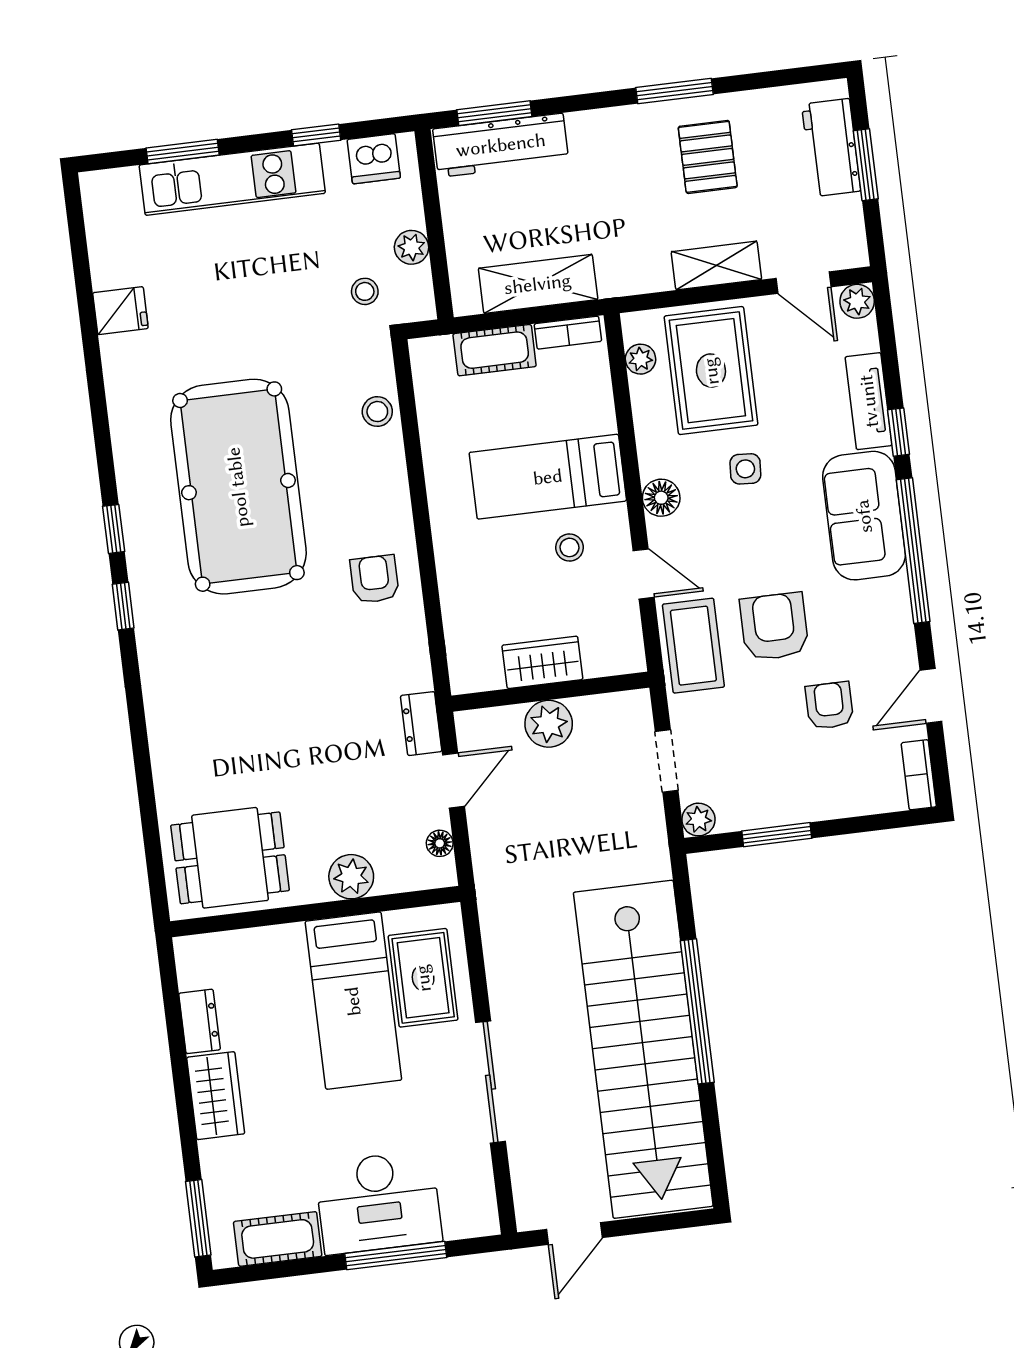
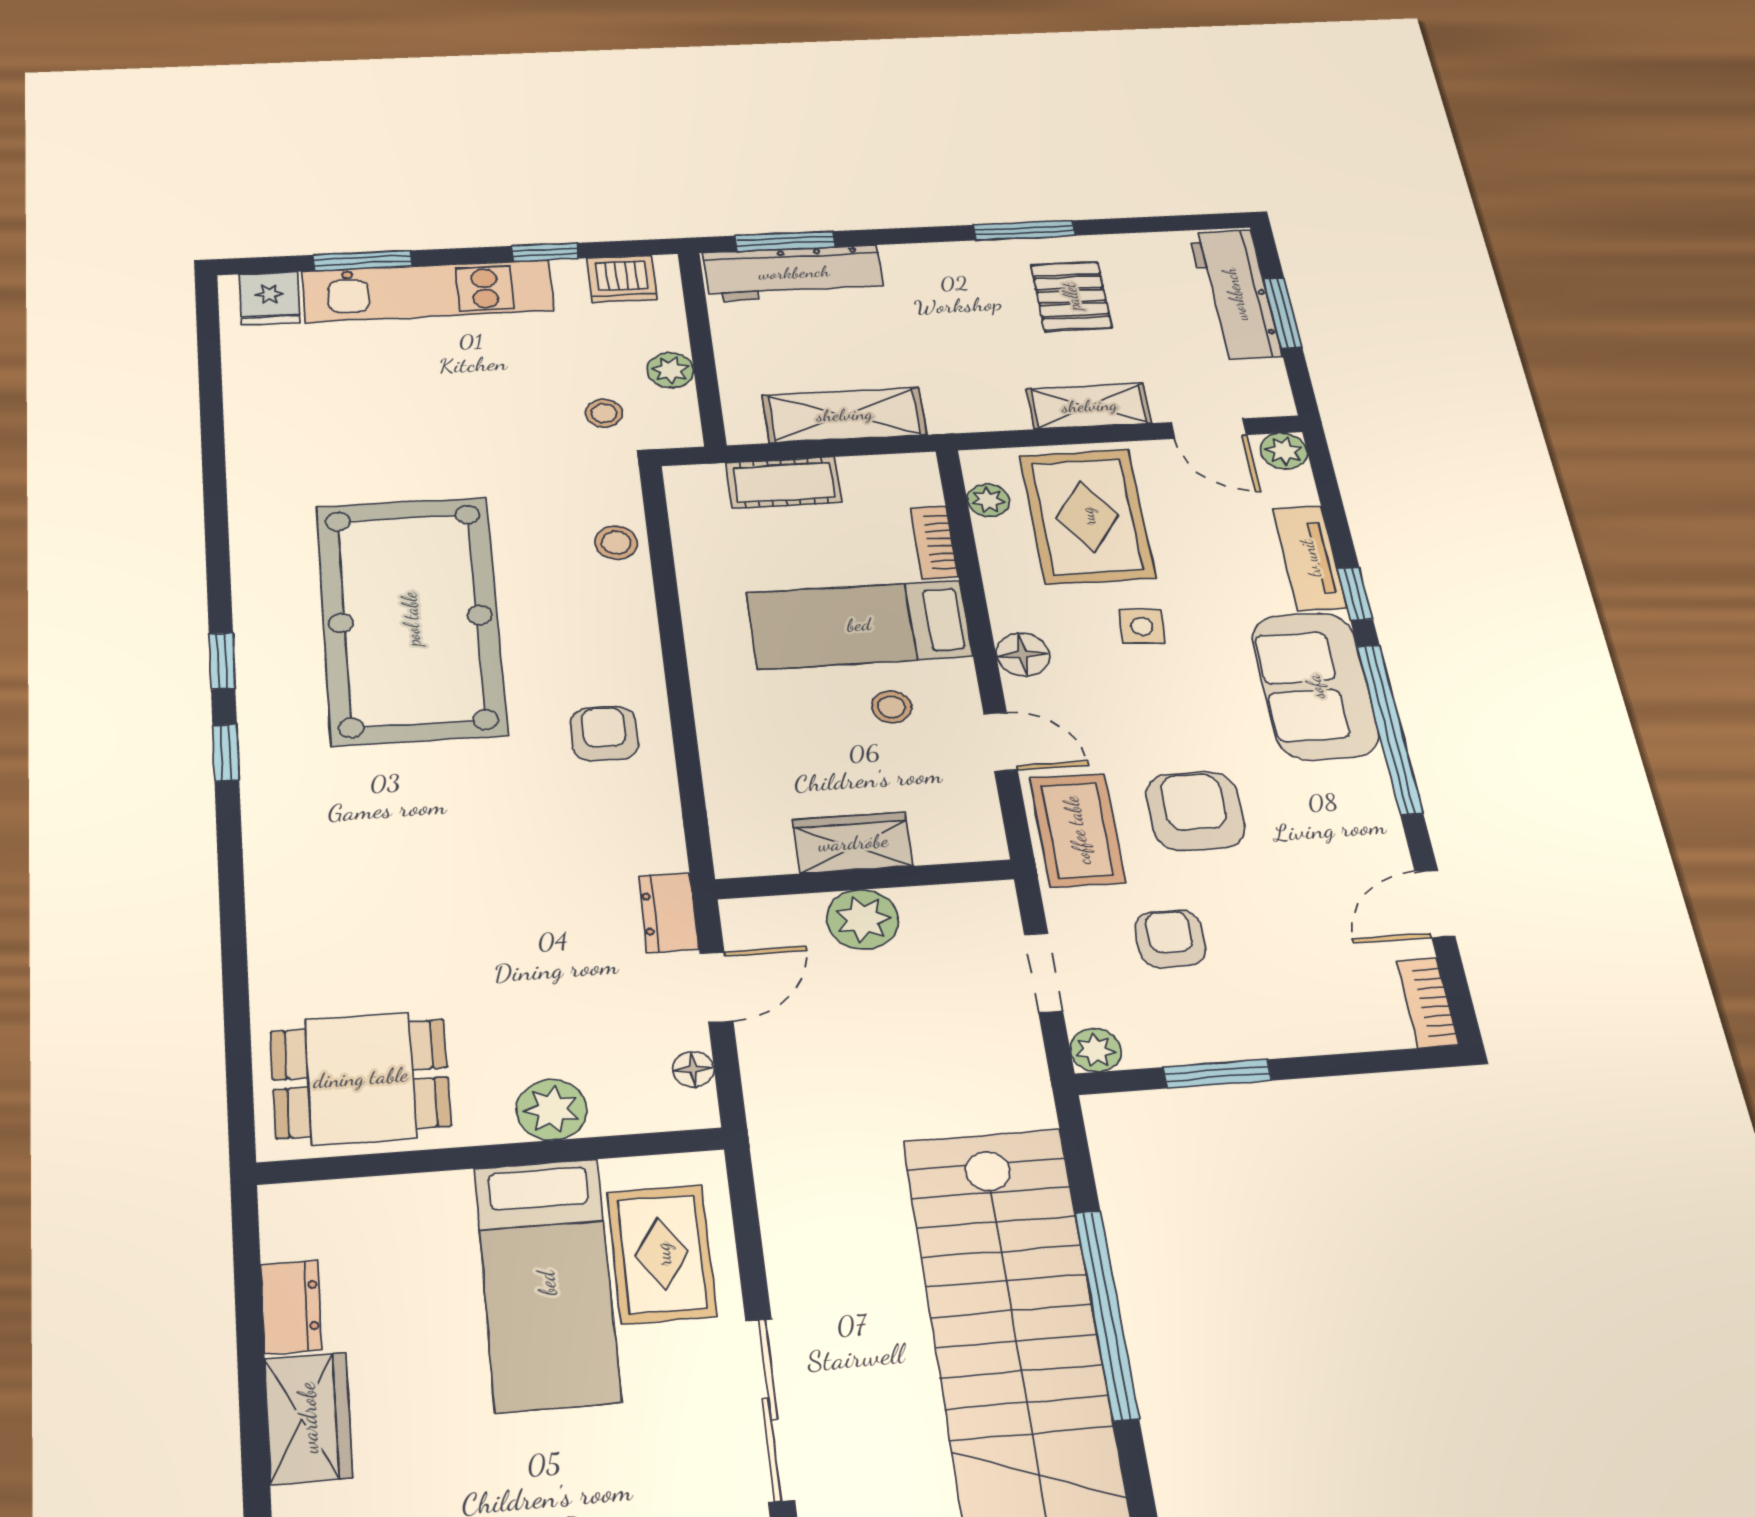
workbench: (831, 148) -> (1235, 294), width x1.38
fridge: (120, 311) -> (270, 298), moved, turned 90
bookcase: (568, 333) -> (934, 543), moved, turned 90
armchair: (829, 706) -> (1170, 939), moved

